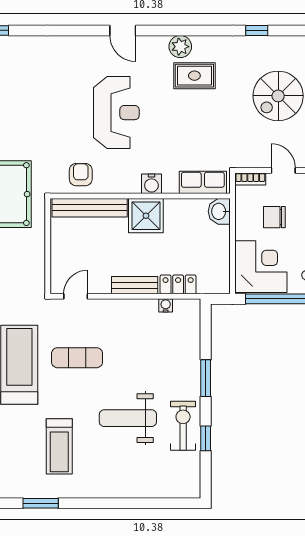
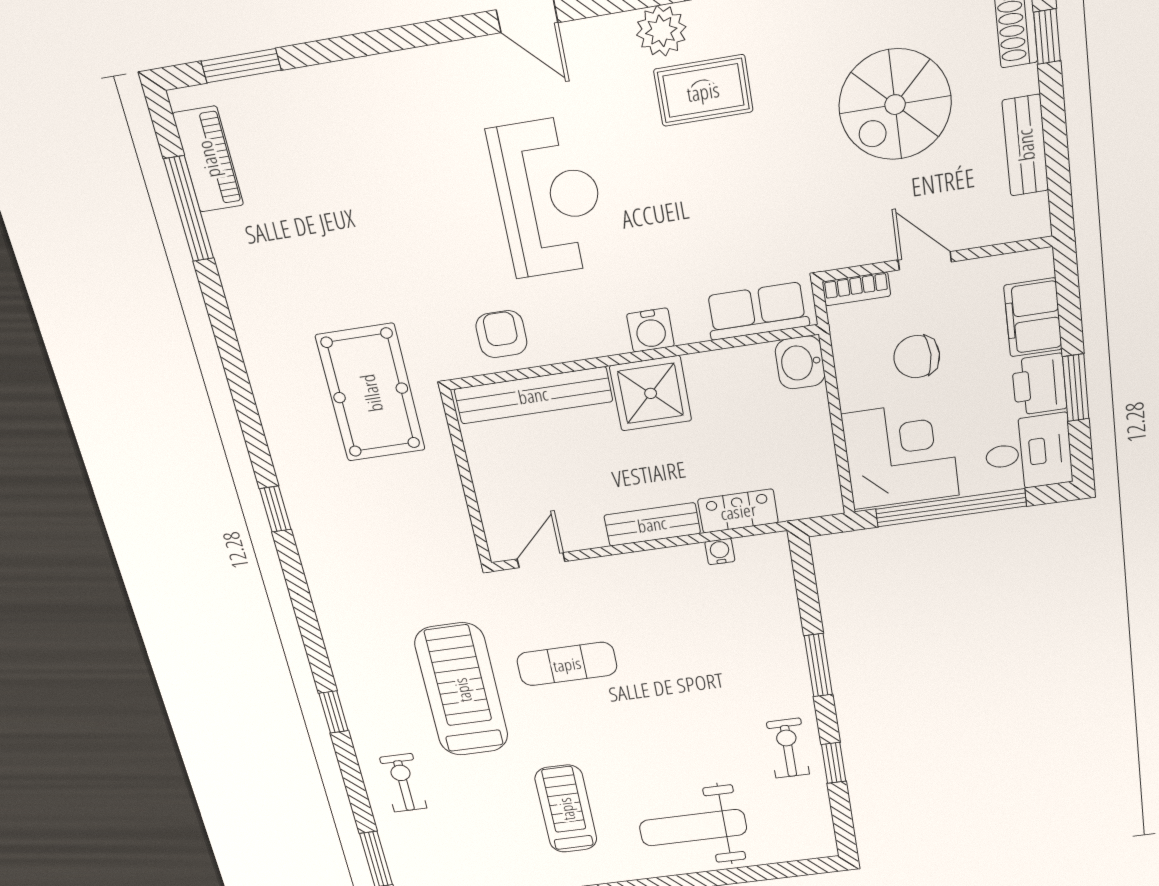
weight bench: (128, 418) -> (693, 828), moved
exercise bike: (183, 426) -> (788, 748), width x0.73, depth x0.72
treadmill: (59, 446) -> (566, 809), turned 180

